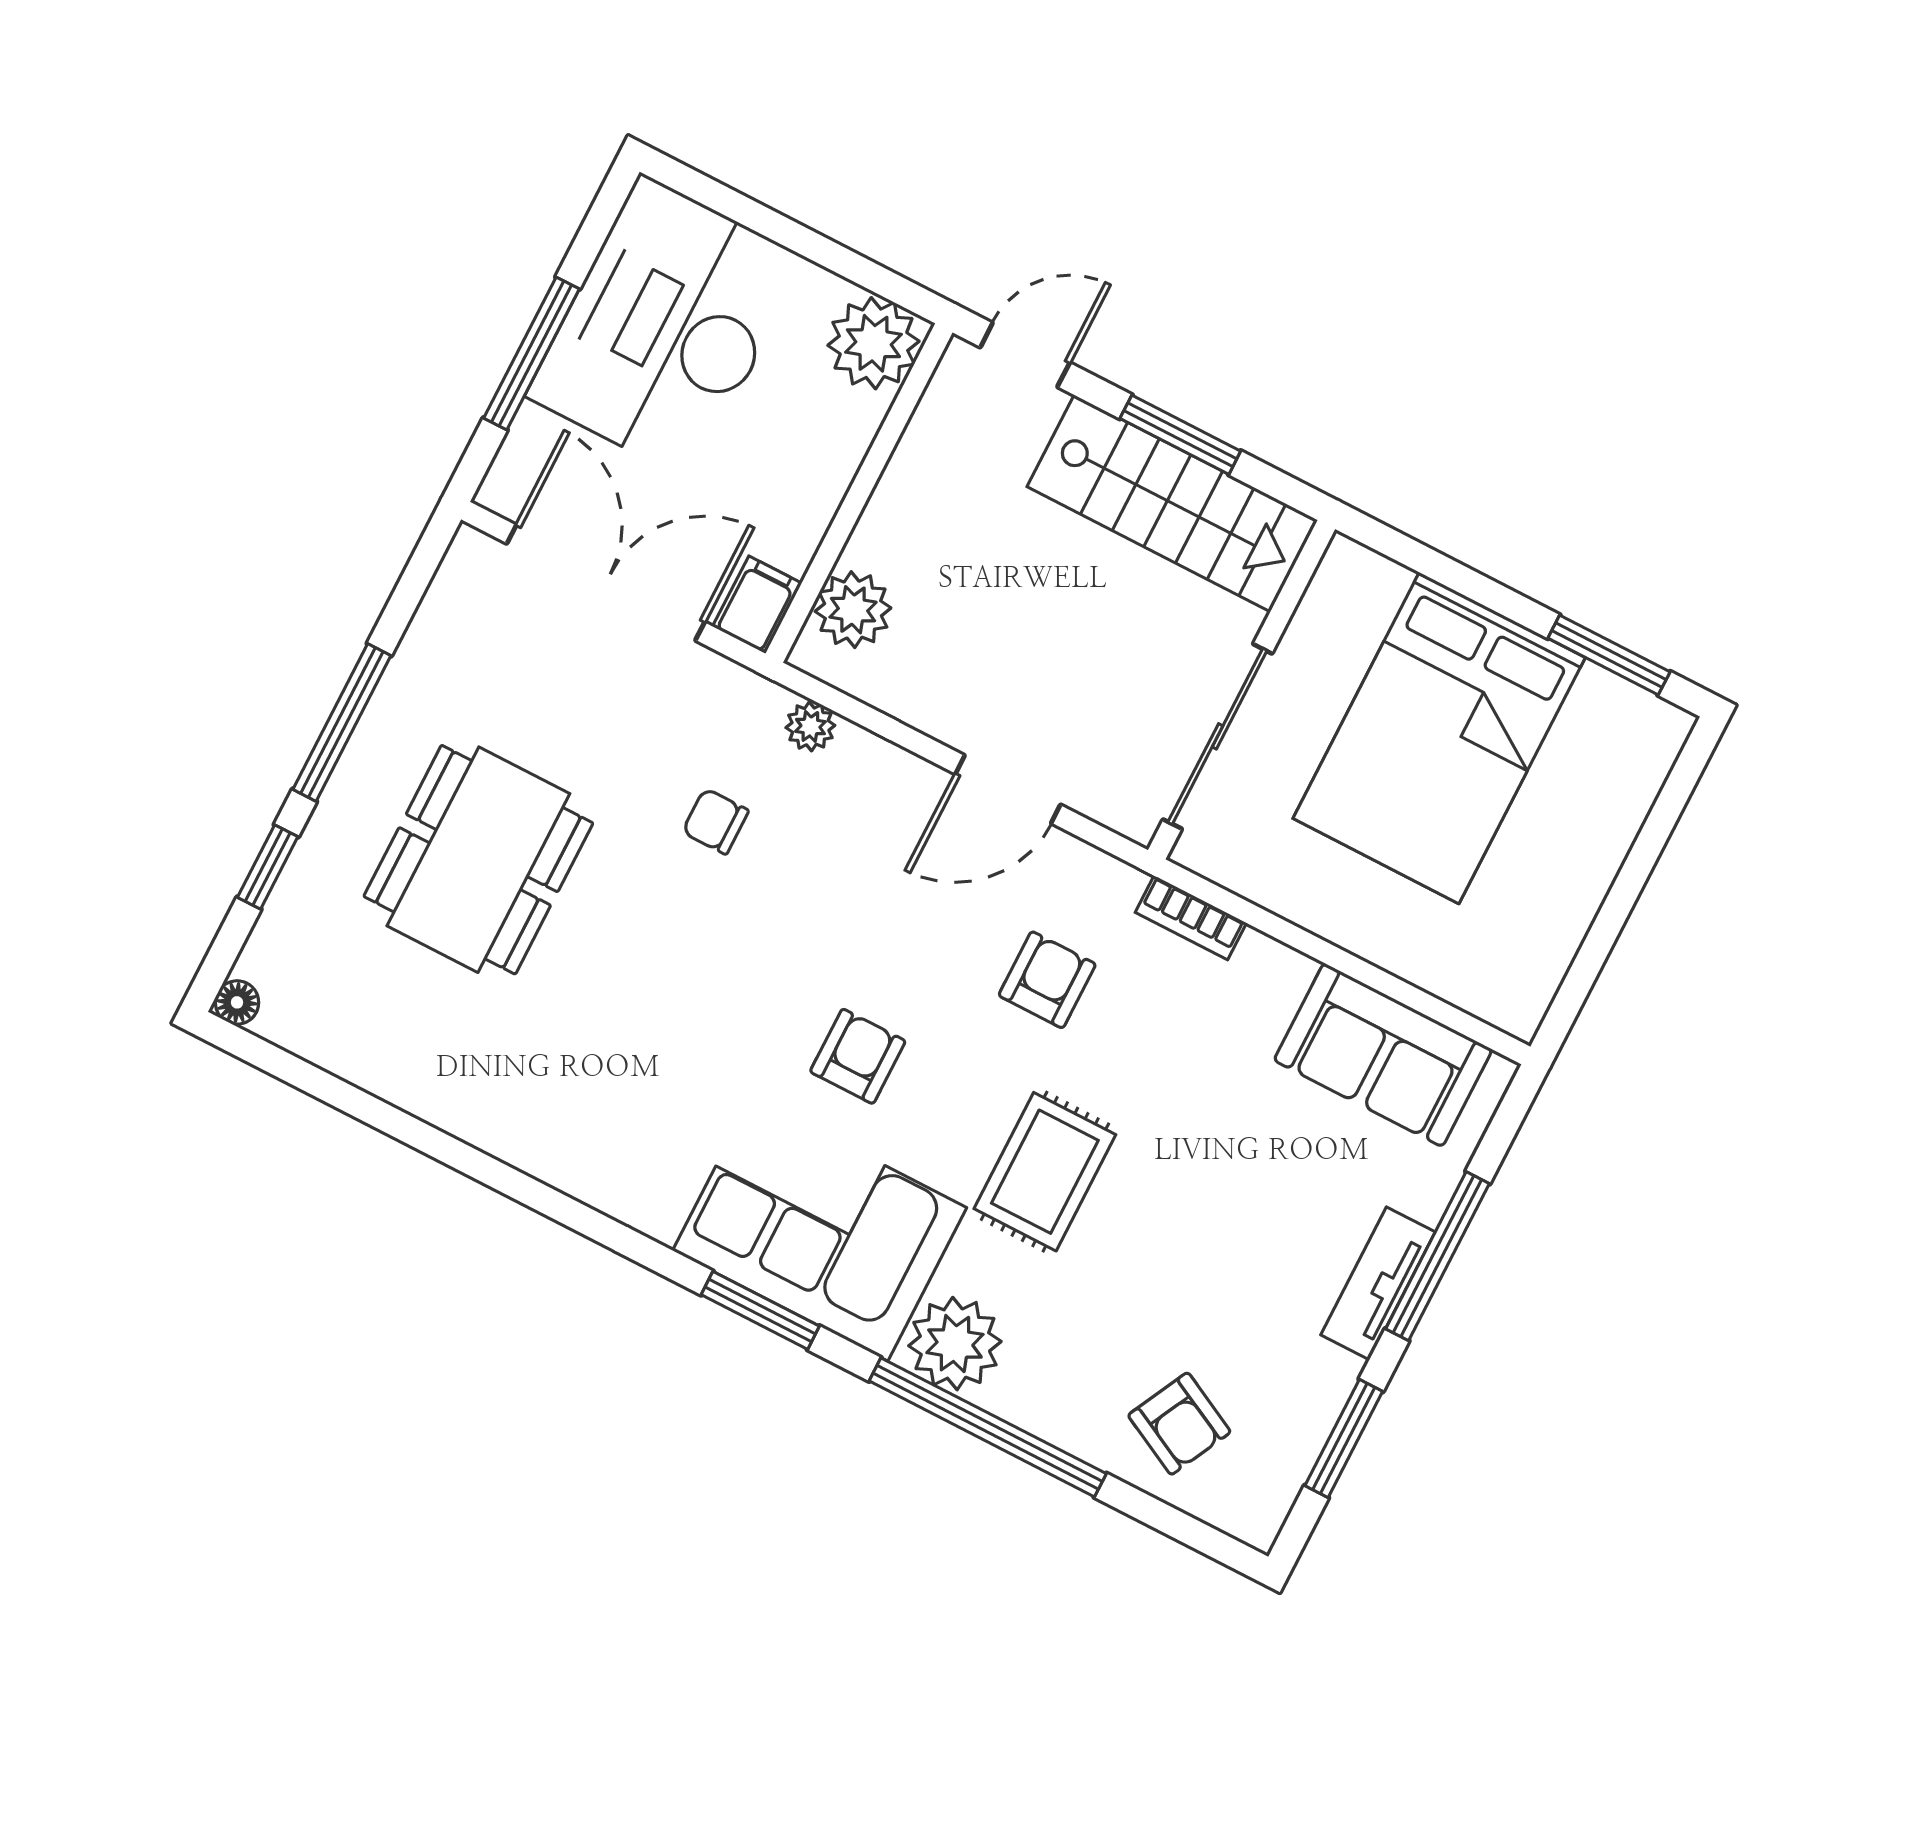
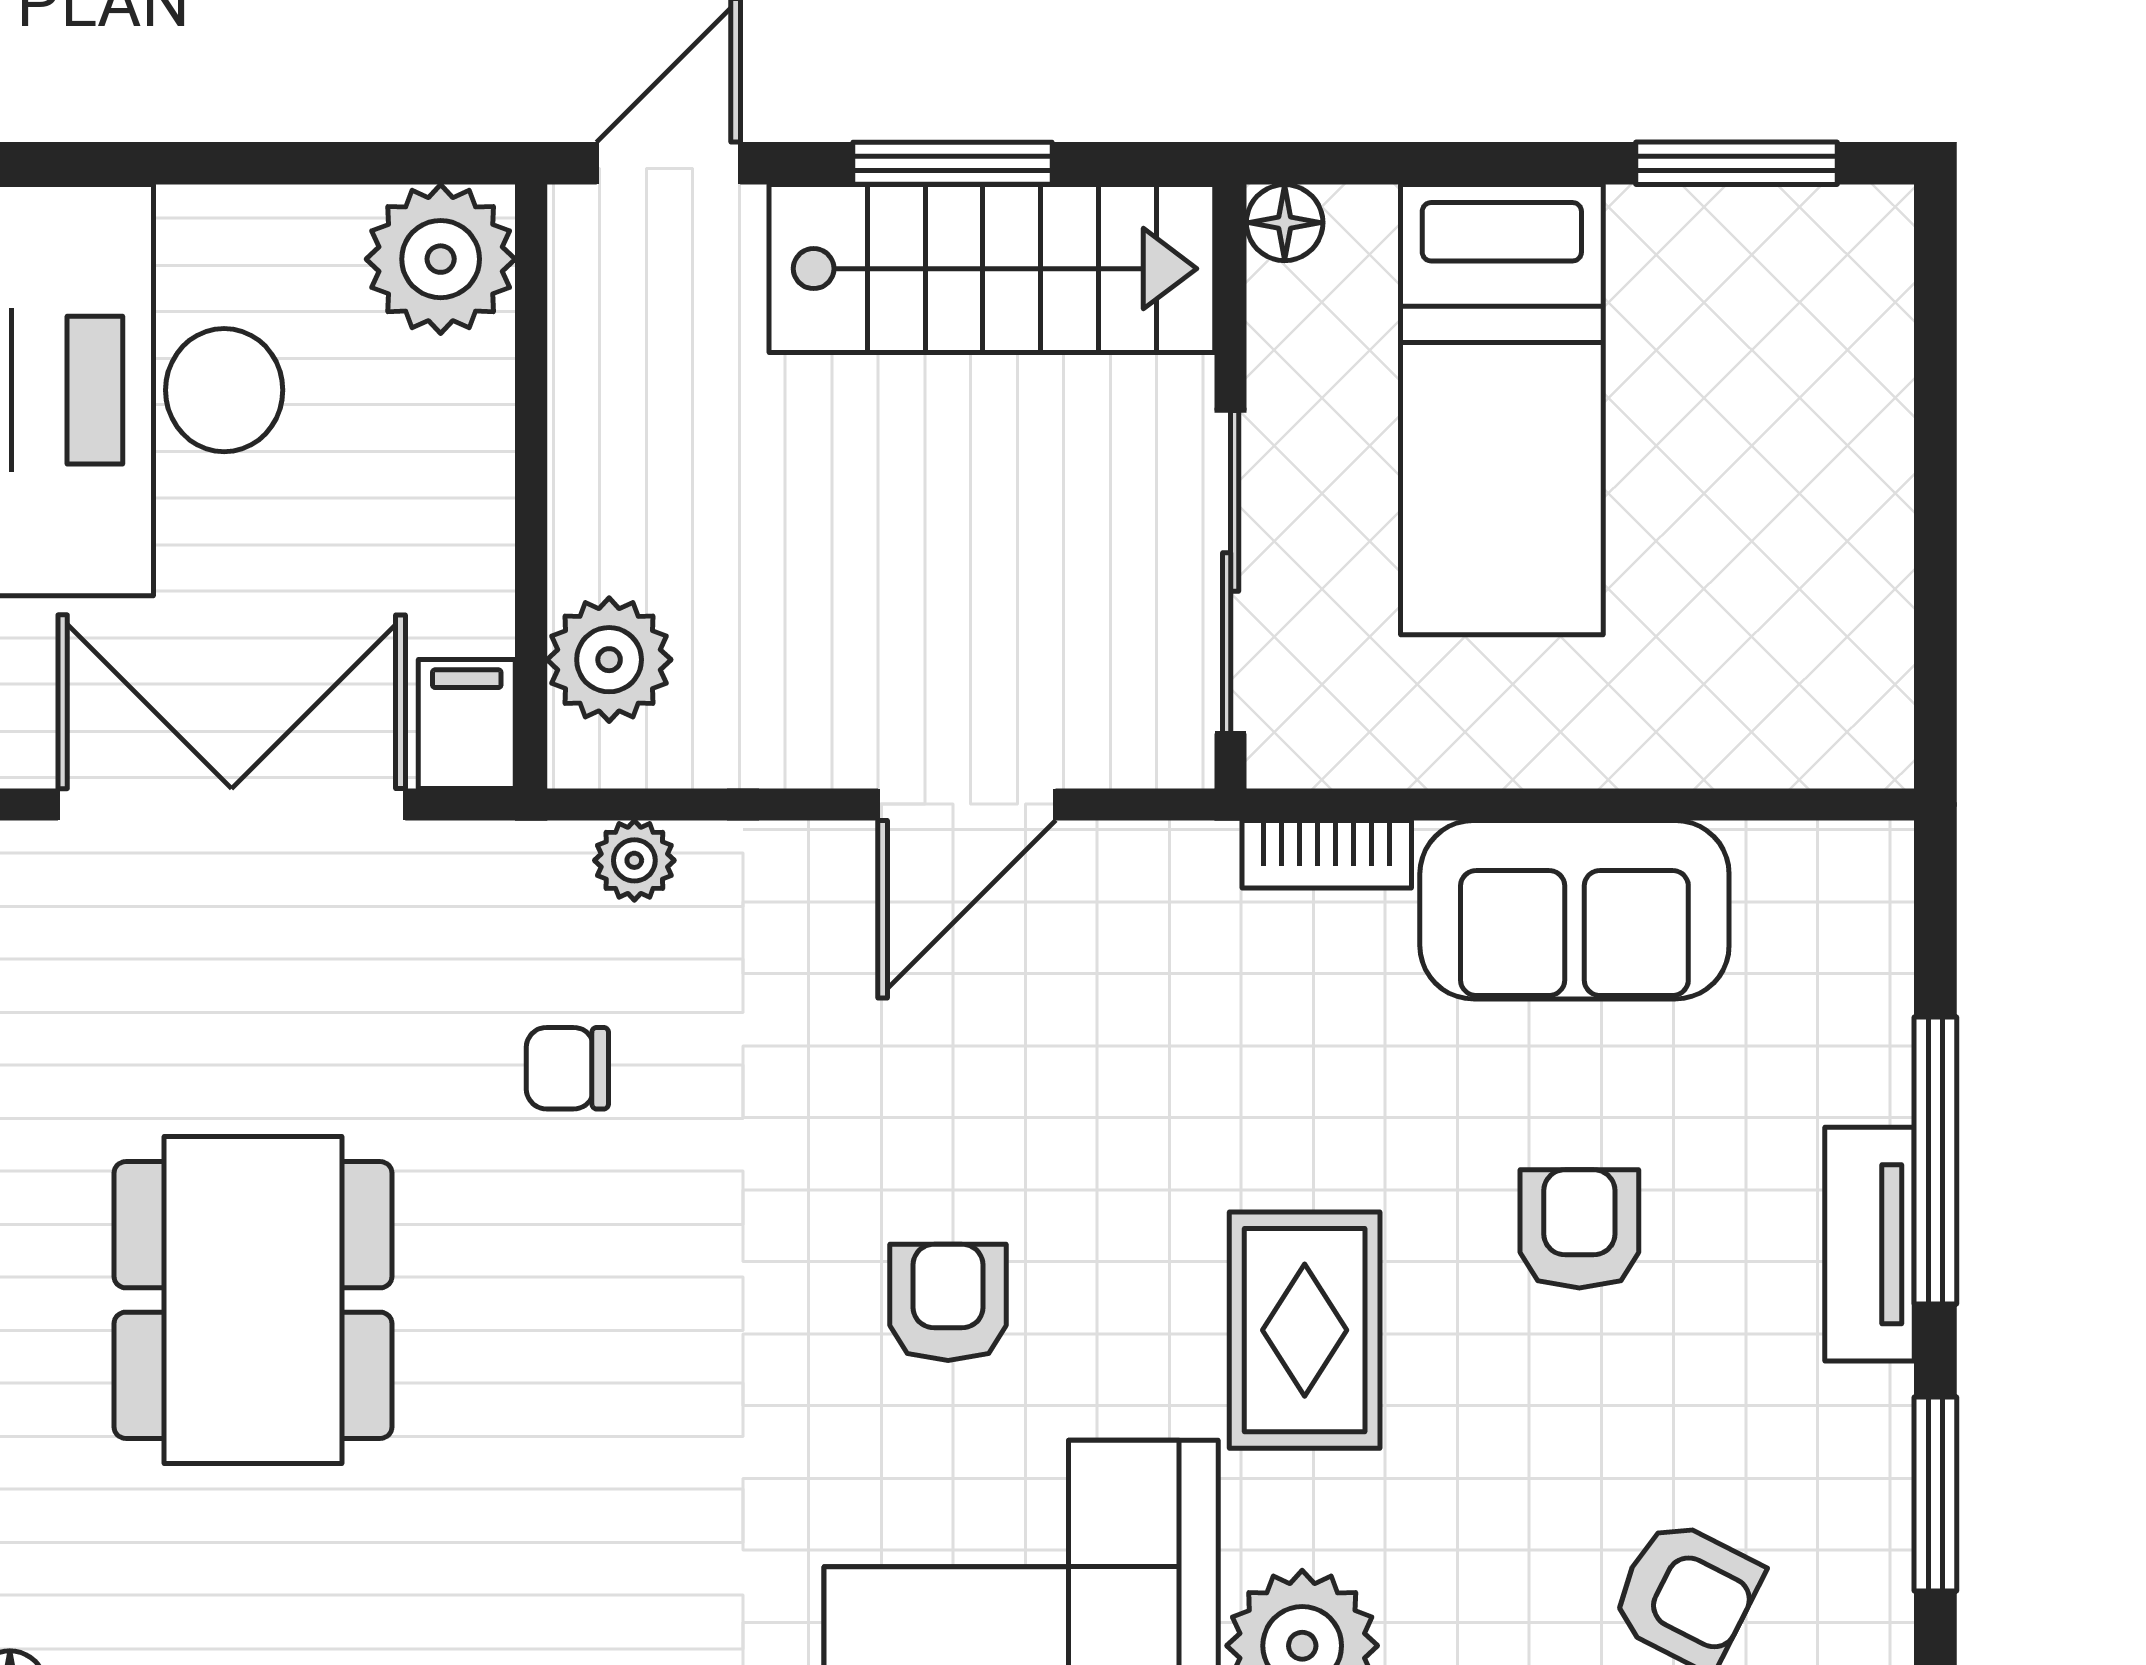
floor lamp: (1345, 560) -> (1285, 223), added
bed: (1439, 738) -> (1502, 410), width x0.67
armchair: (1047, 980) -> (1579, 1229), moved
sofa: (1383, 1055) -> (1574, 910), moved

